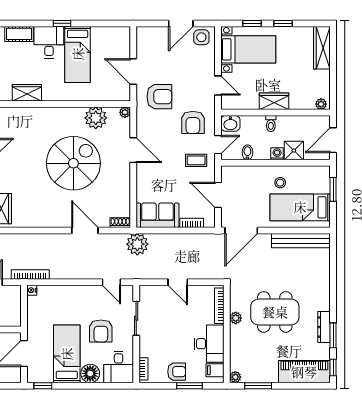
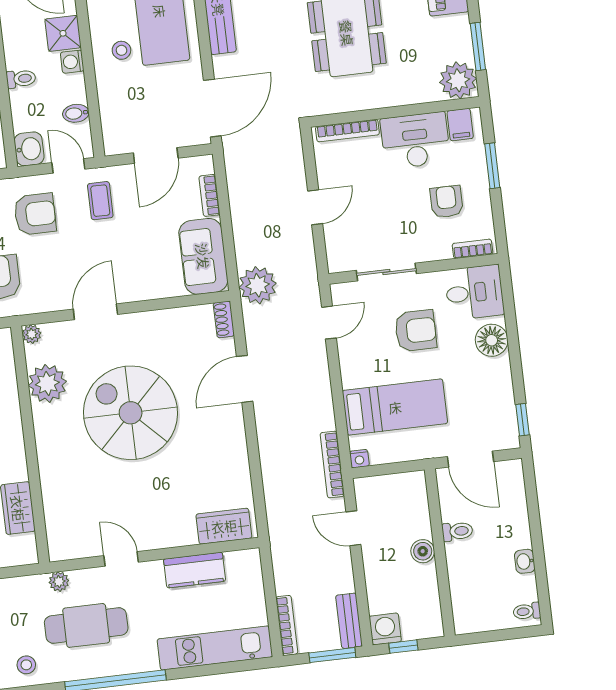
door: (241, 230) -> (212, 108), hinge flipped
plant: (236, 318) -> (365, 100), removed
bed: (67, 354) -> (395, 407), moved, turned 180
armchair: (177, 372) -> (447, 202), moved
plant: (235, 377) -> (458, 80), width x1.88, depth x1.88

